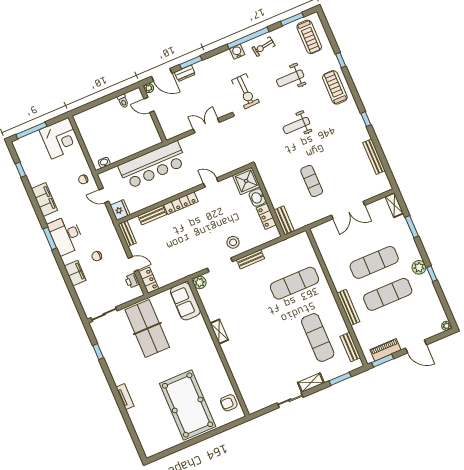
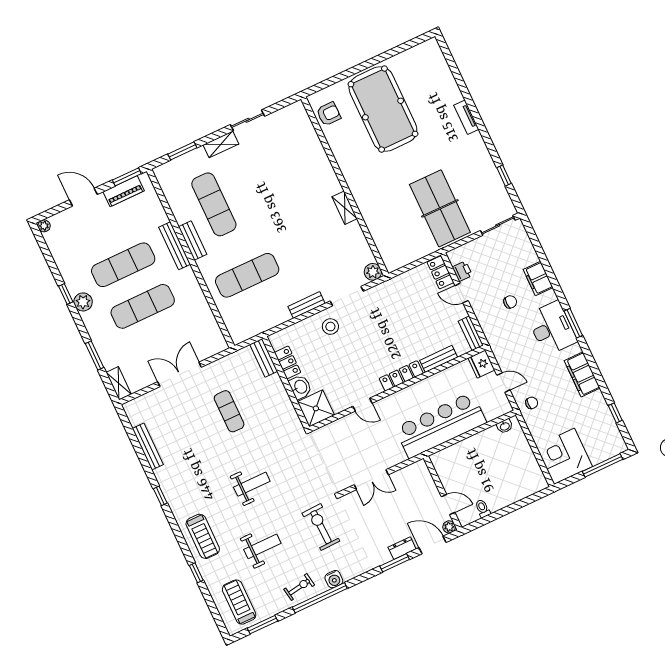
sofa: (185, 301) -> (391, 246), removed
bench: (350, 347) -> (193, 240), moved

